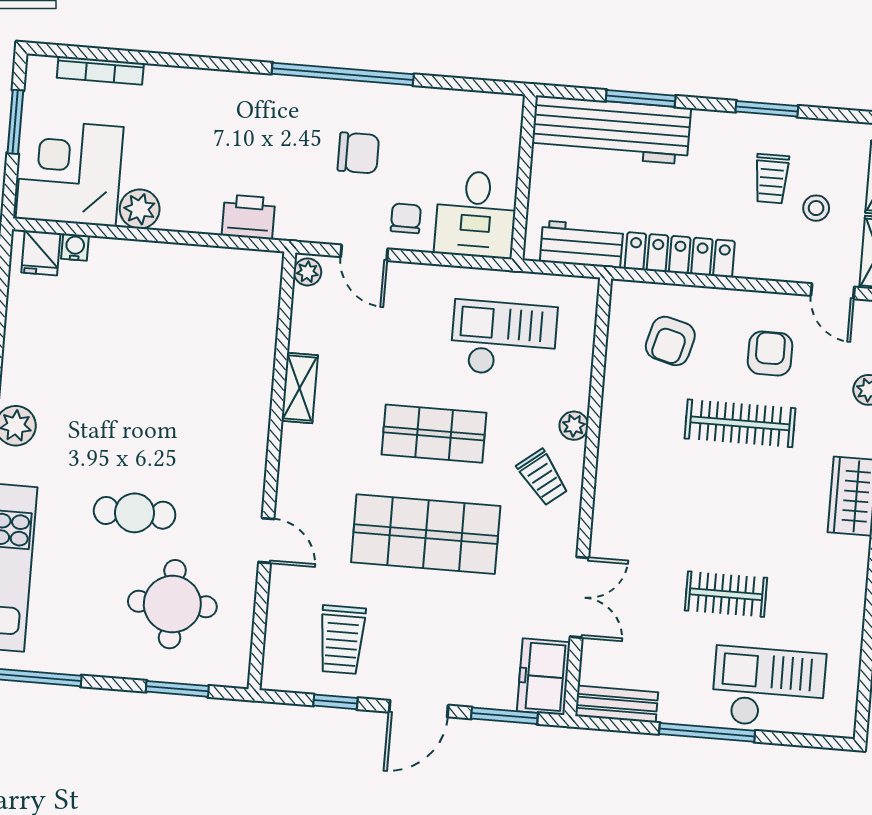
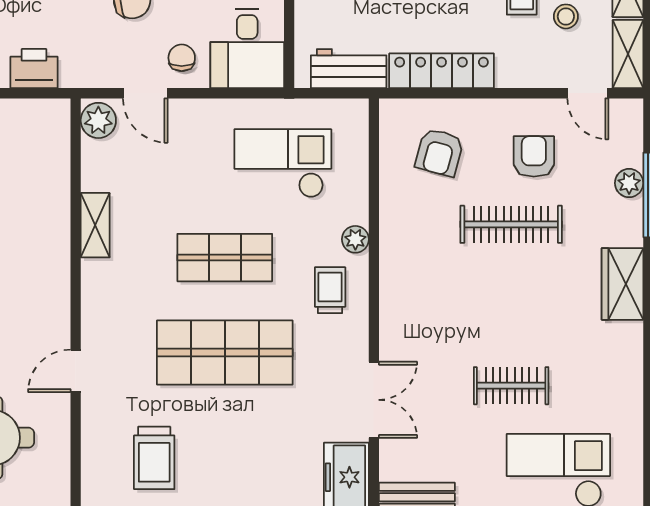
plant: (307, 272) -> (98, 120), width x1.38, depth x1.38
trolley: (543, 477) -> (330, 290), turned -142
door: (266, 541) -> (76, 371), swing flipped

